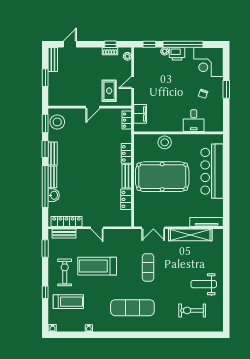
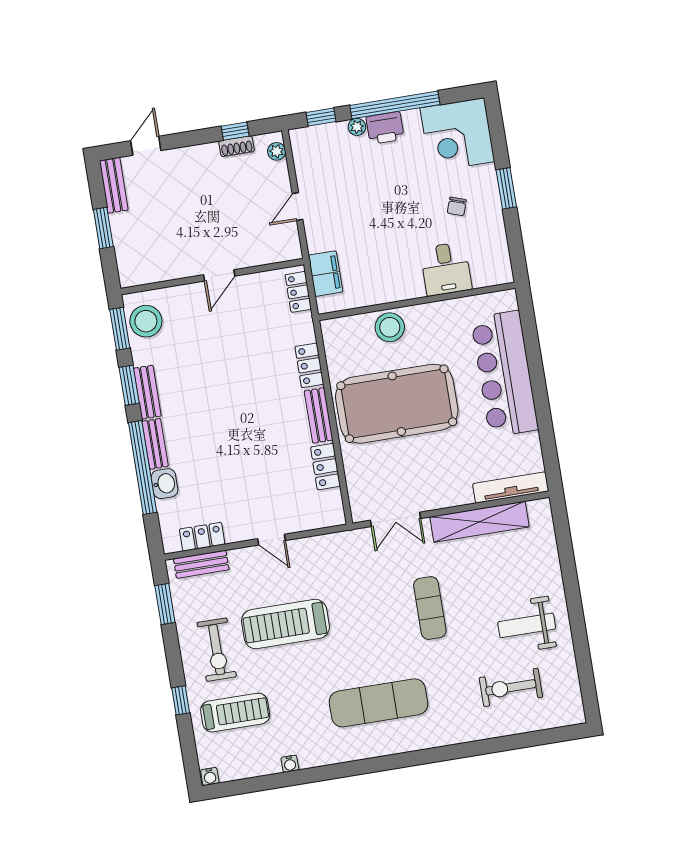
rug: (109, 91) -> (249, 234), removed
locker: (66, 221) -> (202, 537), width x0.66
exercise mat: (148, 267) -> (430, 608), moved
exercise bike: (65, 272) -> (217, 650), turned 180

